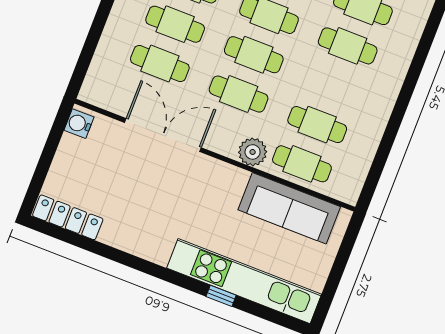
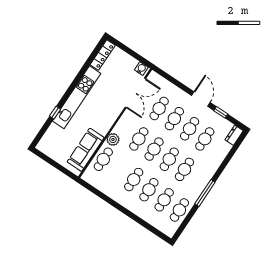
cafe table: (317, 125) -> (134, 180), moved
double door: (163, 135) -> (135, 93), moved
kitchen unit: (244, 281) -> (77, 97), moved

